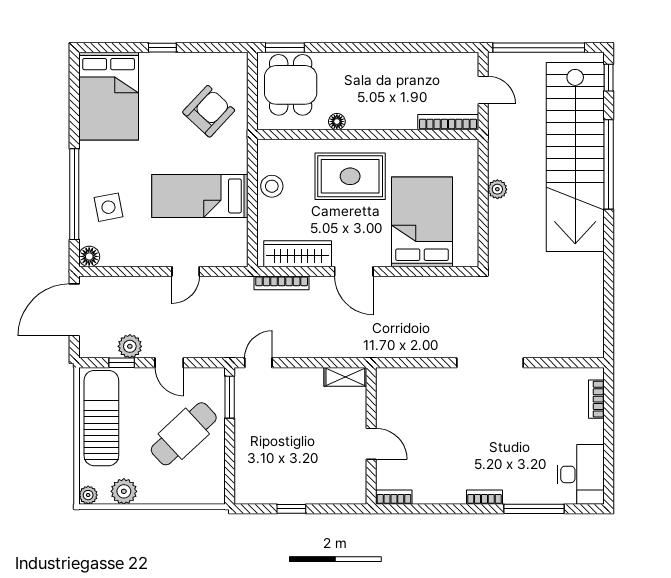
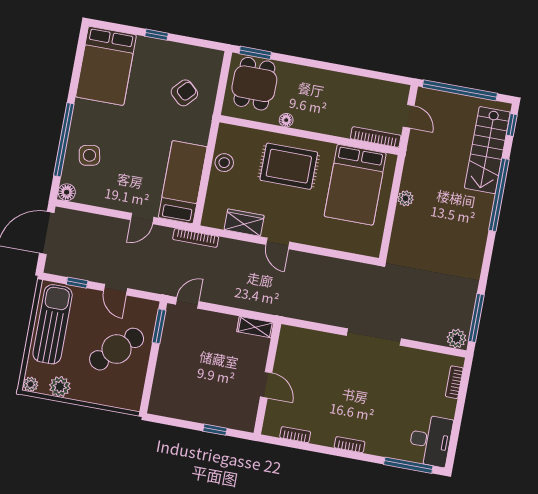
armchair: (209, 111) -> (184, 93), width x0.72, depth x0.72
stairs: (575, 157) -> (487, 150), width x0.54, depth x0.66
bed: (200, 196) -> (183, 182), moved, turned 90
bed: (422, 222) -> (355, 185), moved, turned 180
wardrobe: (298, 254) -> (244, 223), width x0.67
door: (354, 271) -> (278, 243), width x0.73
bookcase: (282, 283) -> (196, 238), moved
window: (609, 317) -> (476, 318), added
plant: (130, 346) -> (457, 339), moved
bookcase: (394, 497) -> (295, 435), moved
window: (291, 509) -> (215, 430), moved
window: (534, 509) -> (408, 465), moved

